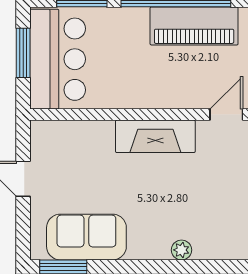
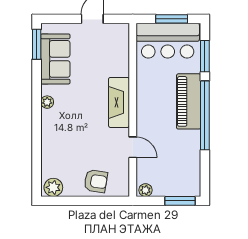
piano: (194, 26) -> (189, 101), moved
plant: (181, 250) -> (47, 102), moved

